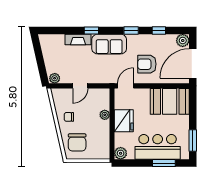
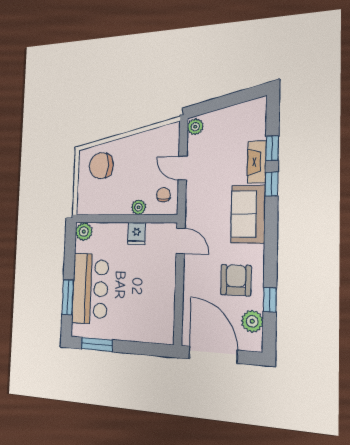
window: (131, 30) -> (272, 148), moved
plant: (183, 40) -> (252, 321), moved
armchair: (147, 64) -> (236, 280), moved
booth: (170, 101) -> (155, 312), removed
chair: (69, 117) -> (163, 195), moved
fridge: (124, 121) -> (136, 233), width x0.53, depth x0.75

